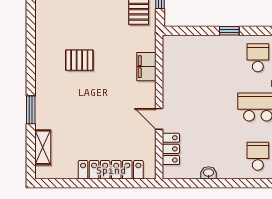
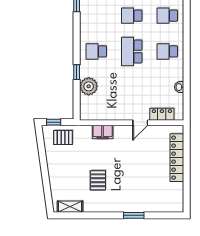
plant: (209, 47) -> (89, 86), added
shelving: (43, 147) -> (70, 207), moved

